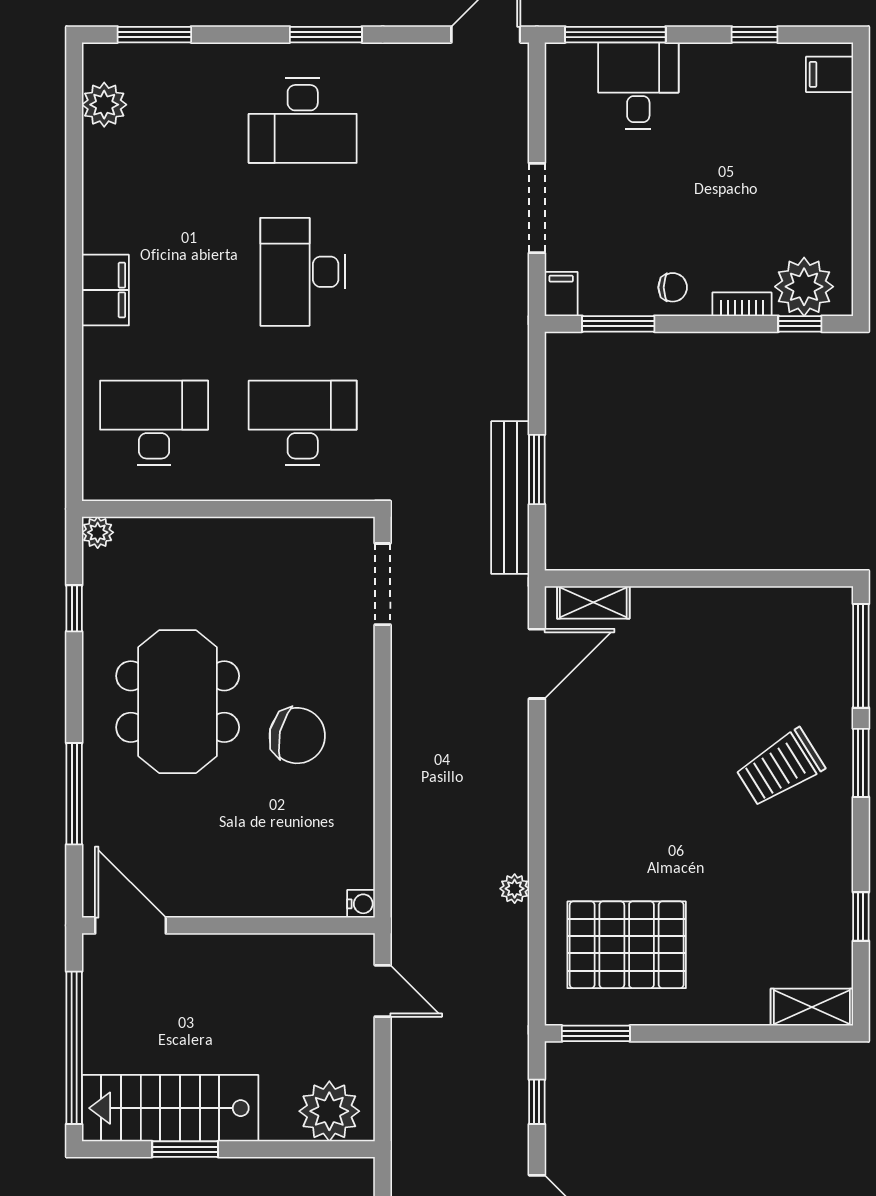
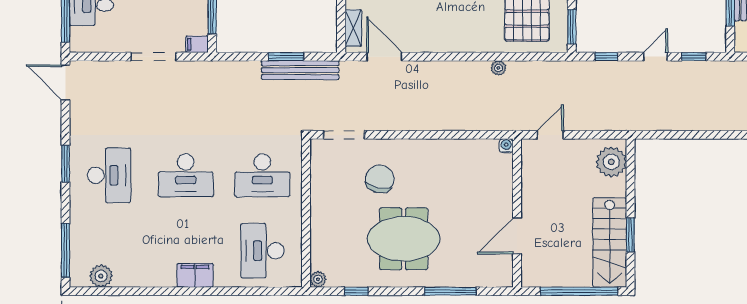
window: (154, 35) -> (66, 251), width x1.44
desk: (303, 423) -> (262, 175), turned -90
chair: (297, 736) -> (380, 179), moved
door: (131, 925) -> (517, 236), moved

